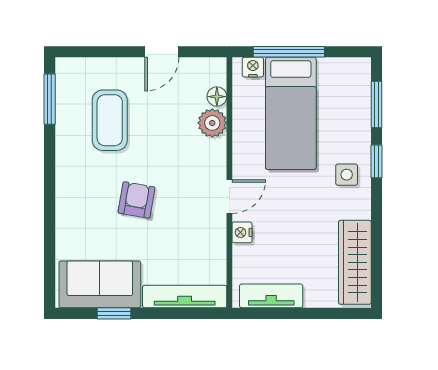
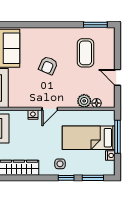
nightstand: (253, 67) -> (110, 155), moved
coffee table: (110, 120) -> (85, 53), turned 90
door: (229, 197) -> (50, 109), hinge flipped
armchair: (136, 200) -> (48, 65), turned 103

